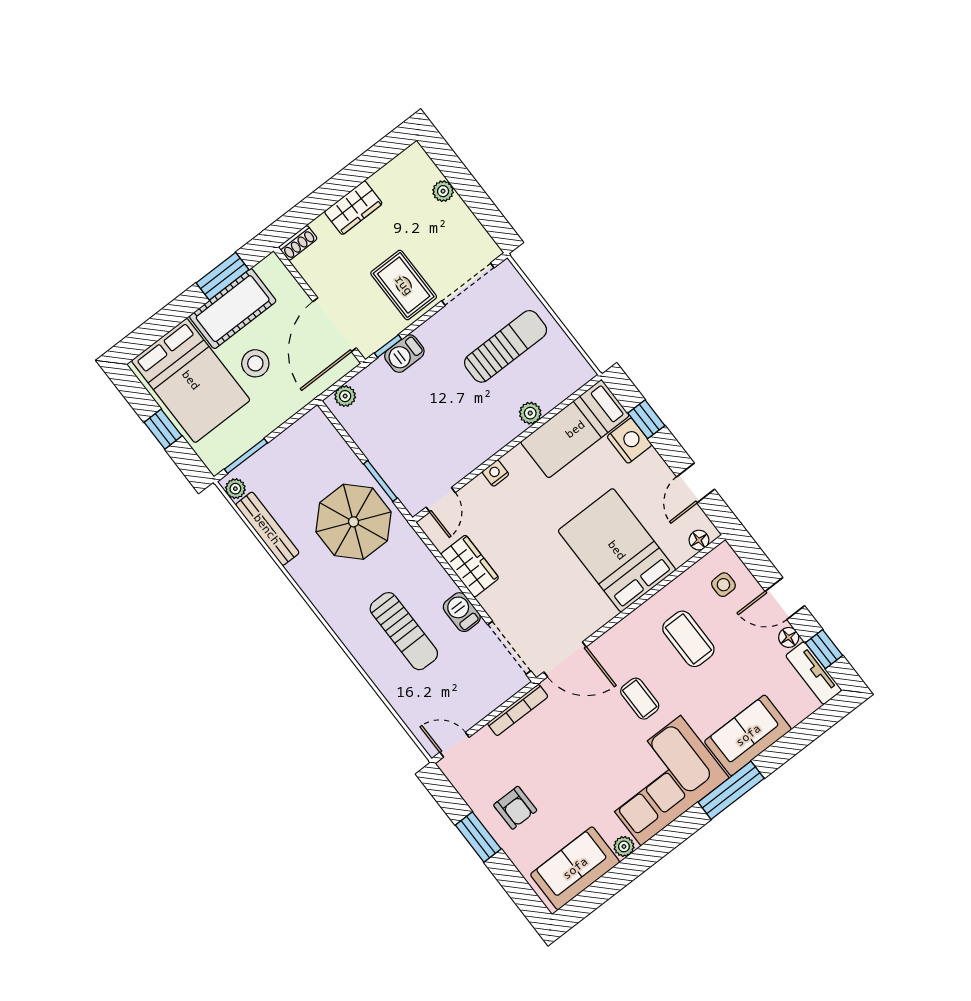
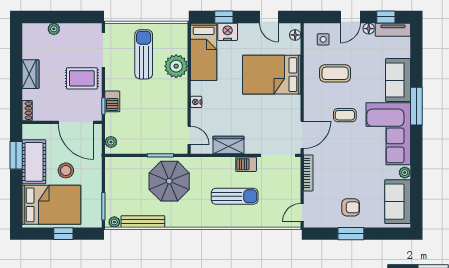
plant: (530, 413) -> (176, 66), width x1.87, depth x1.87

